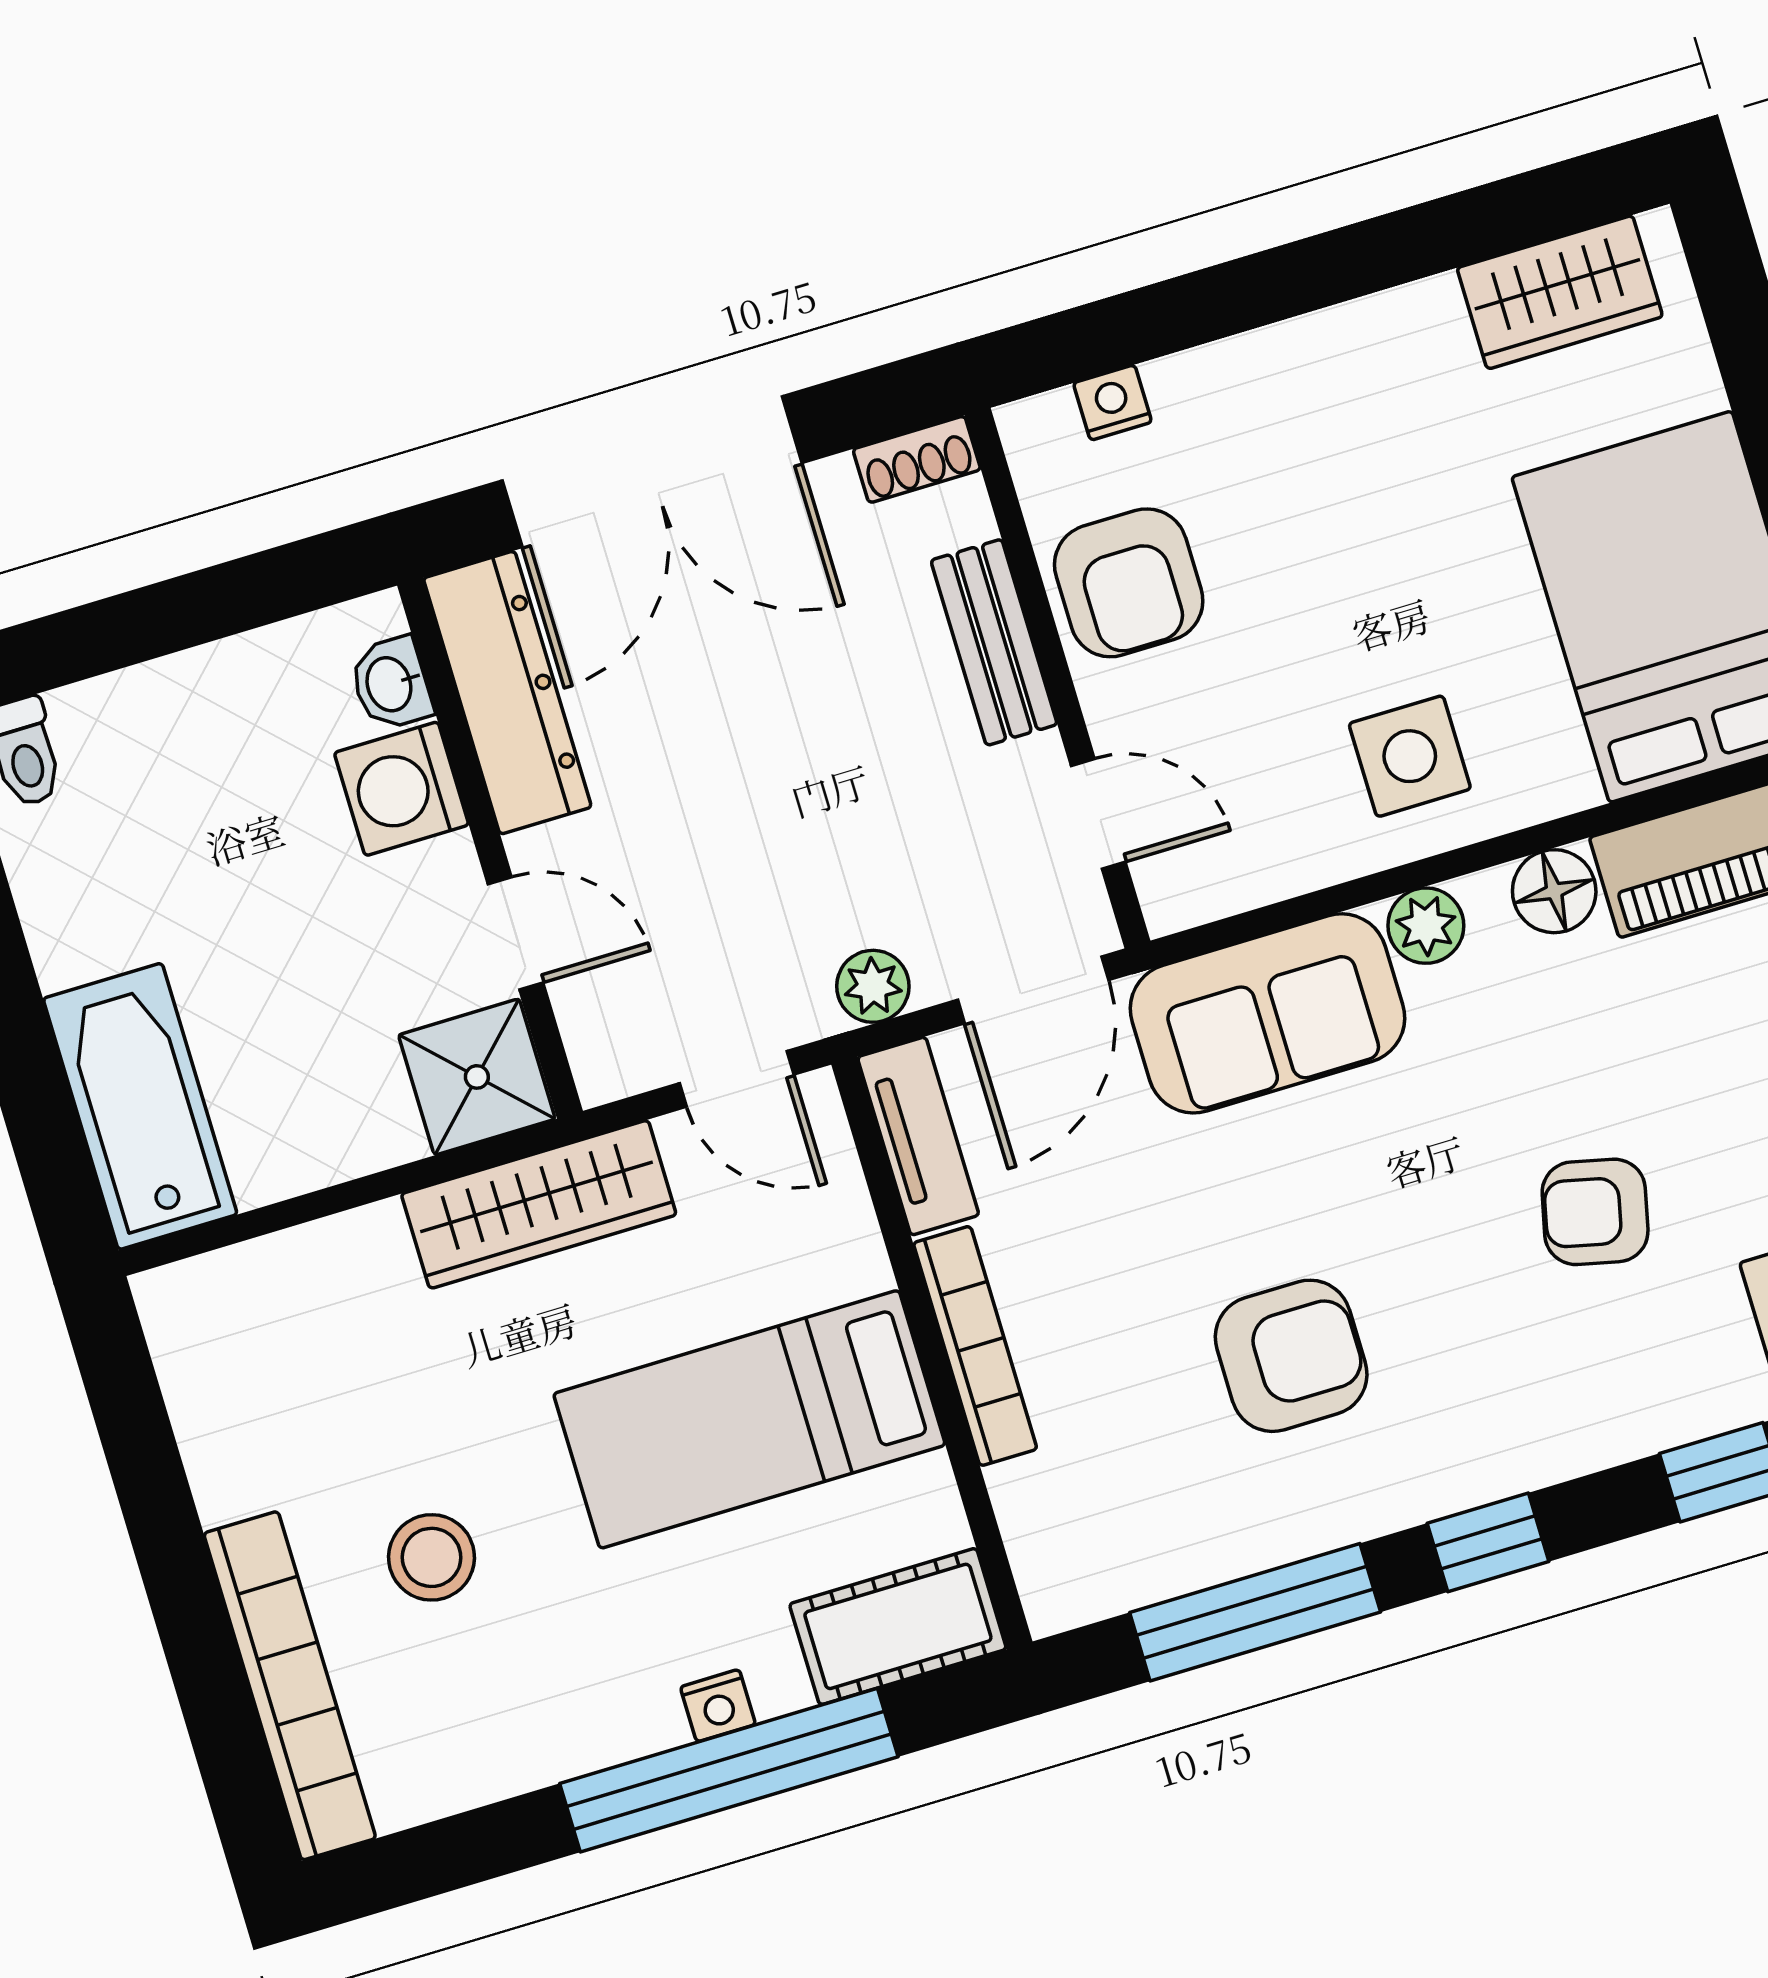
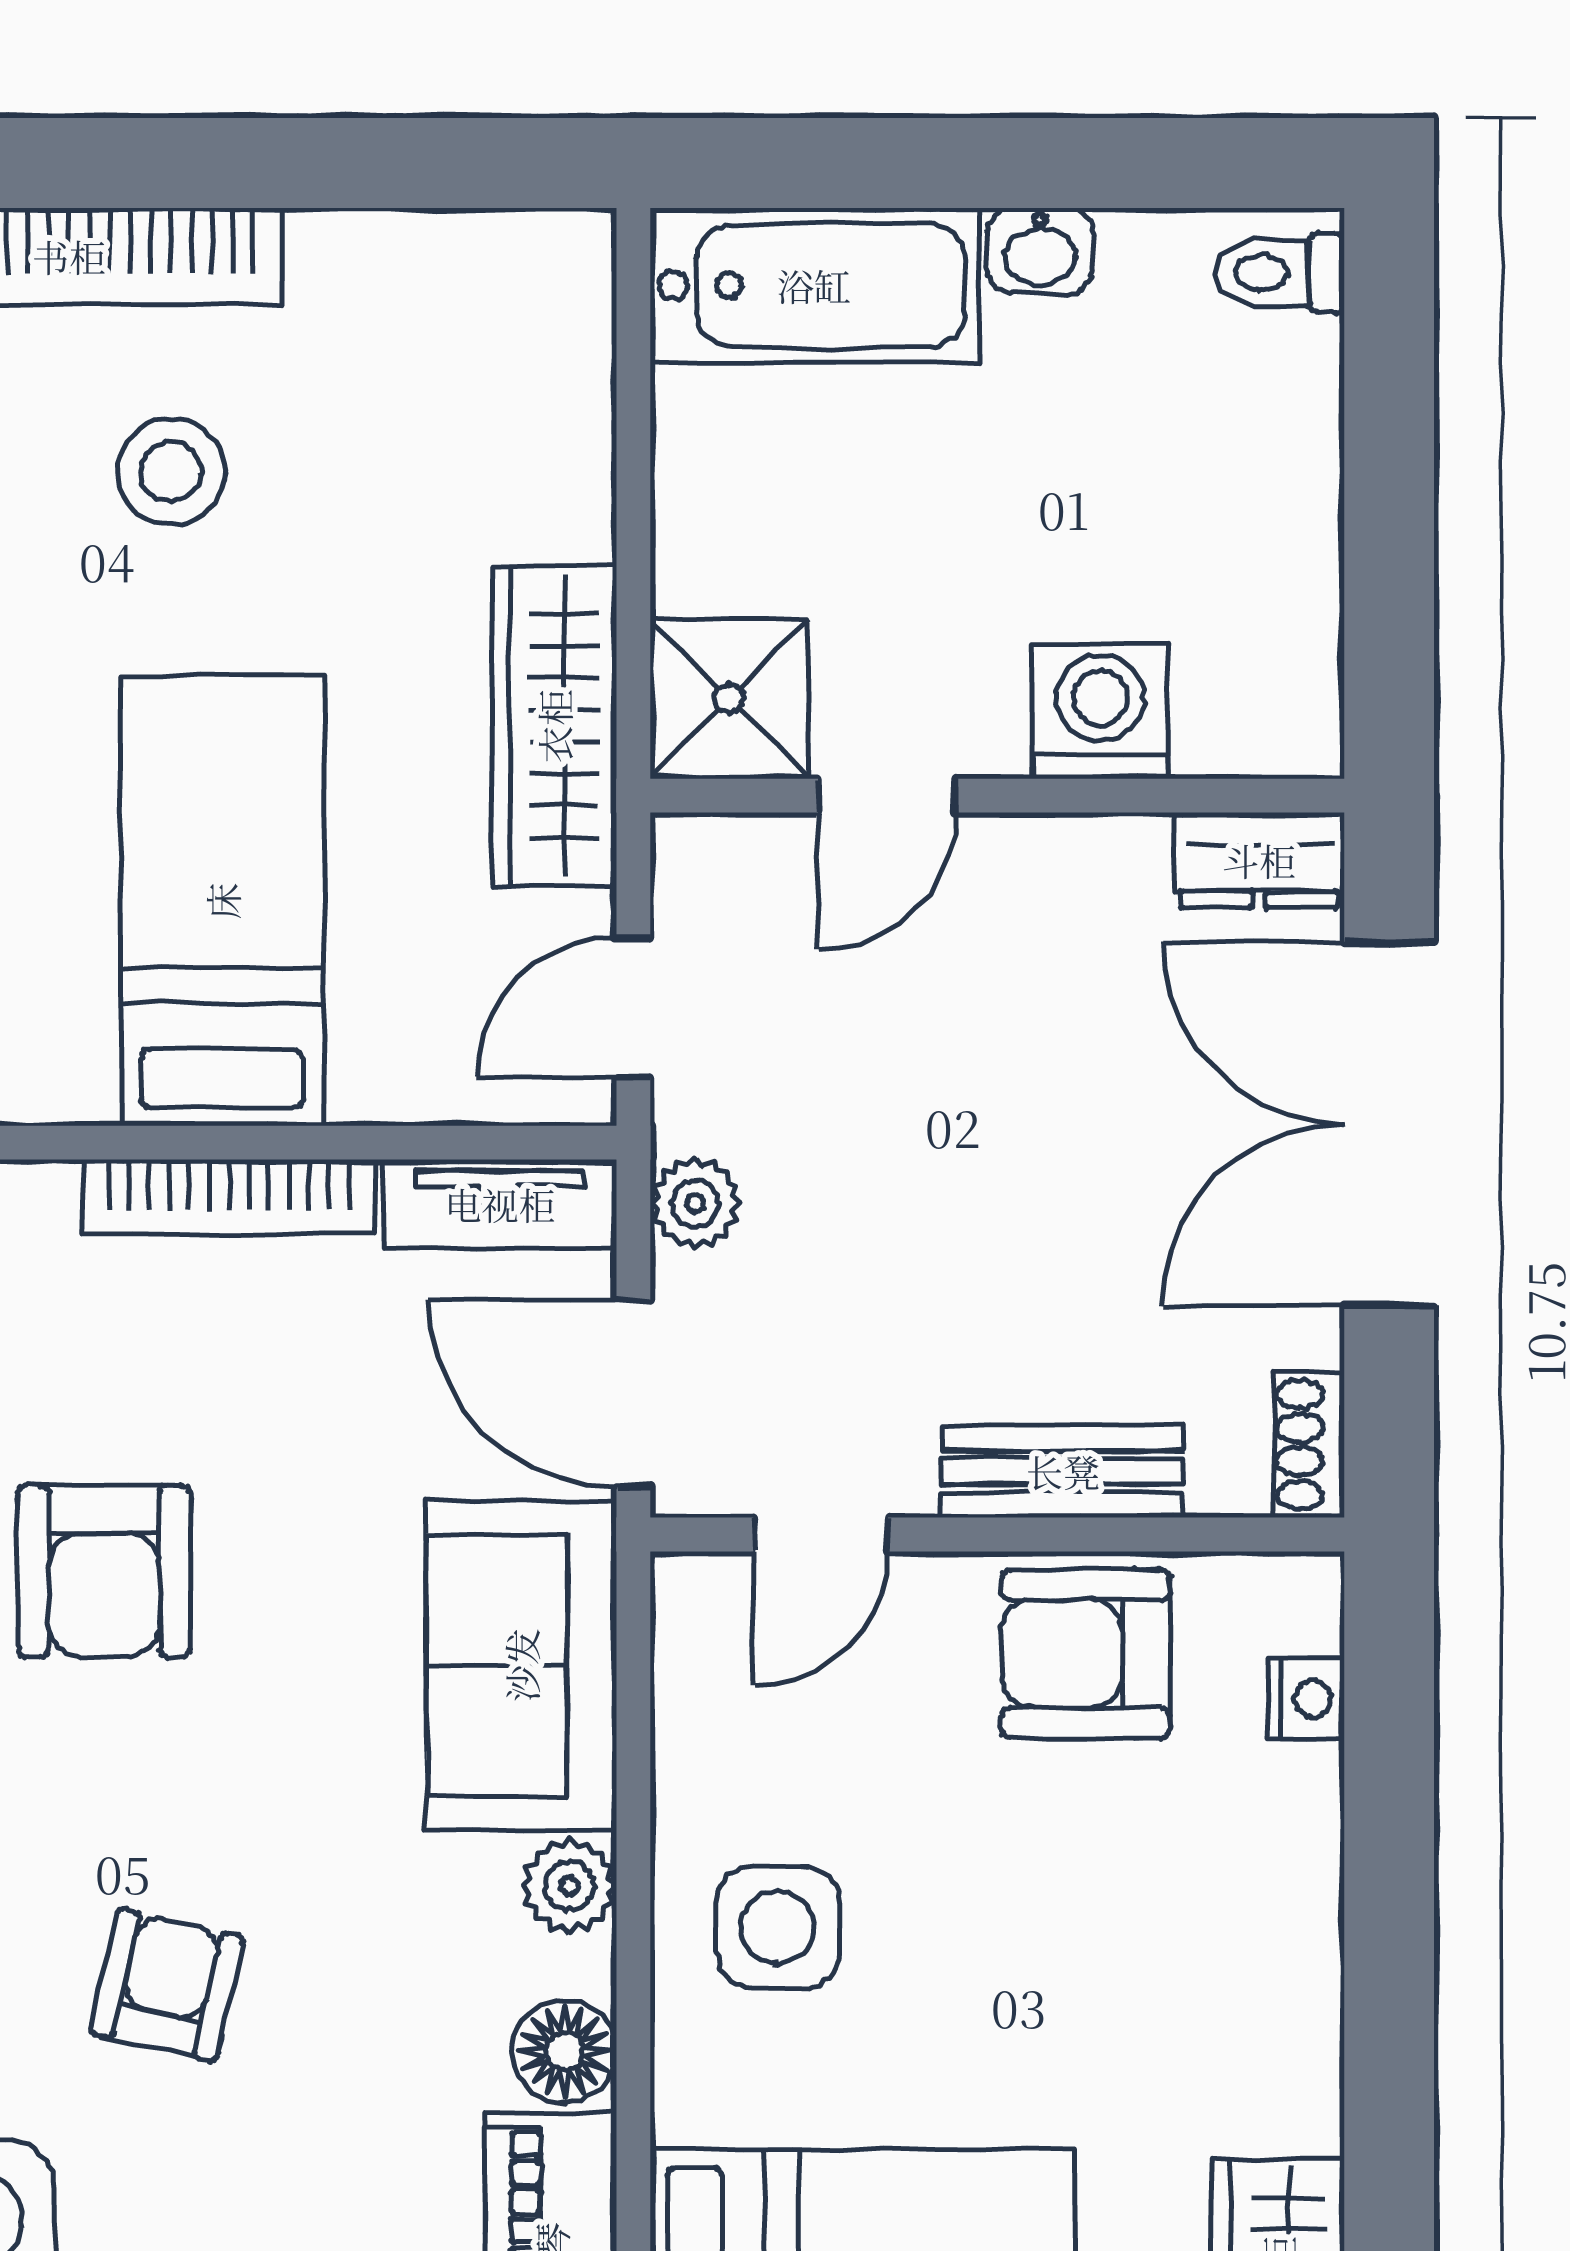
washbasin: (391, 684) -> (1040, 250), moved, turned 180
dresser: (507, 693) -> (1259, 860), width x0.51, depth x0.80

